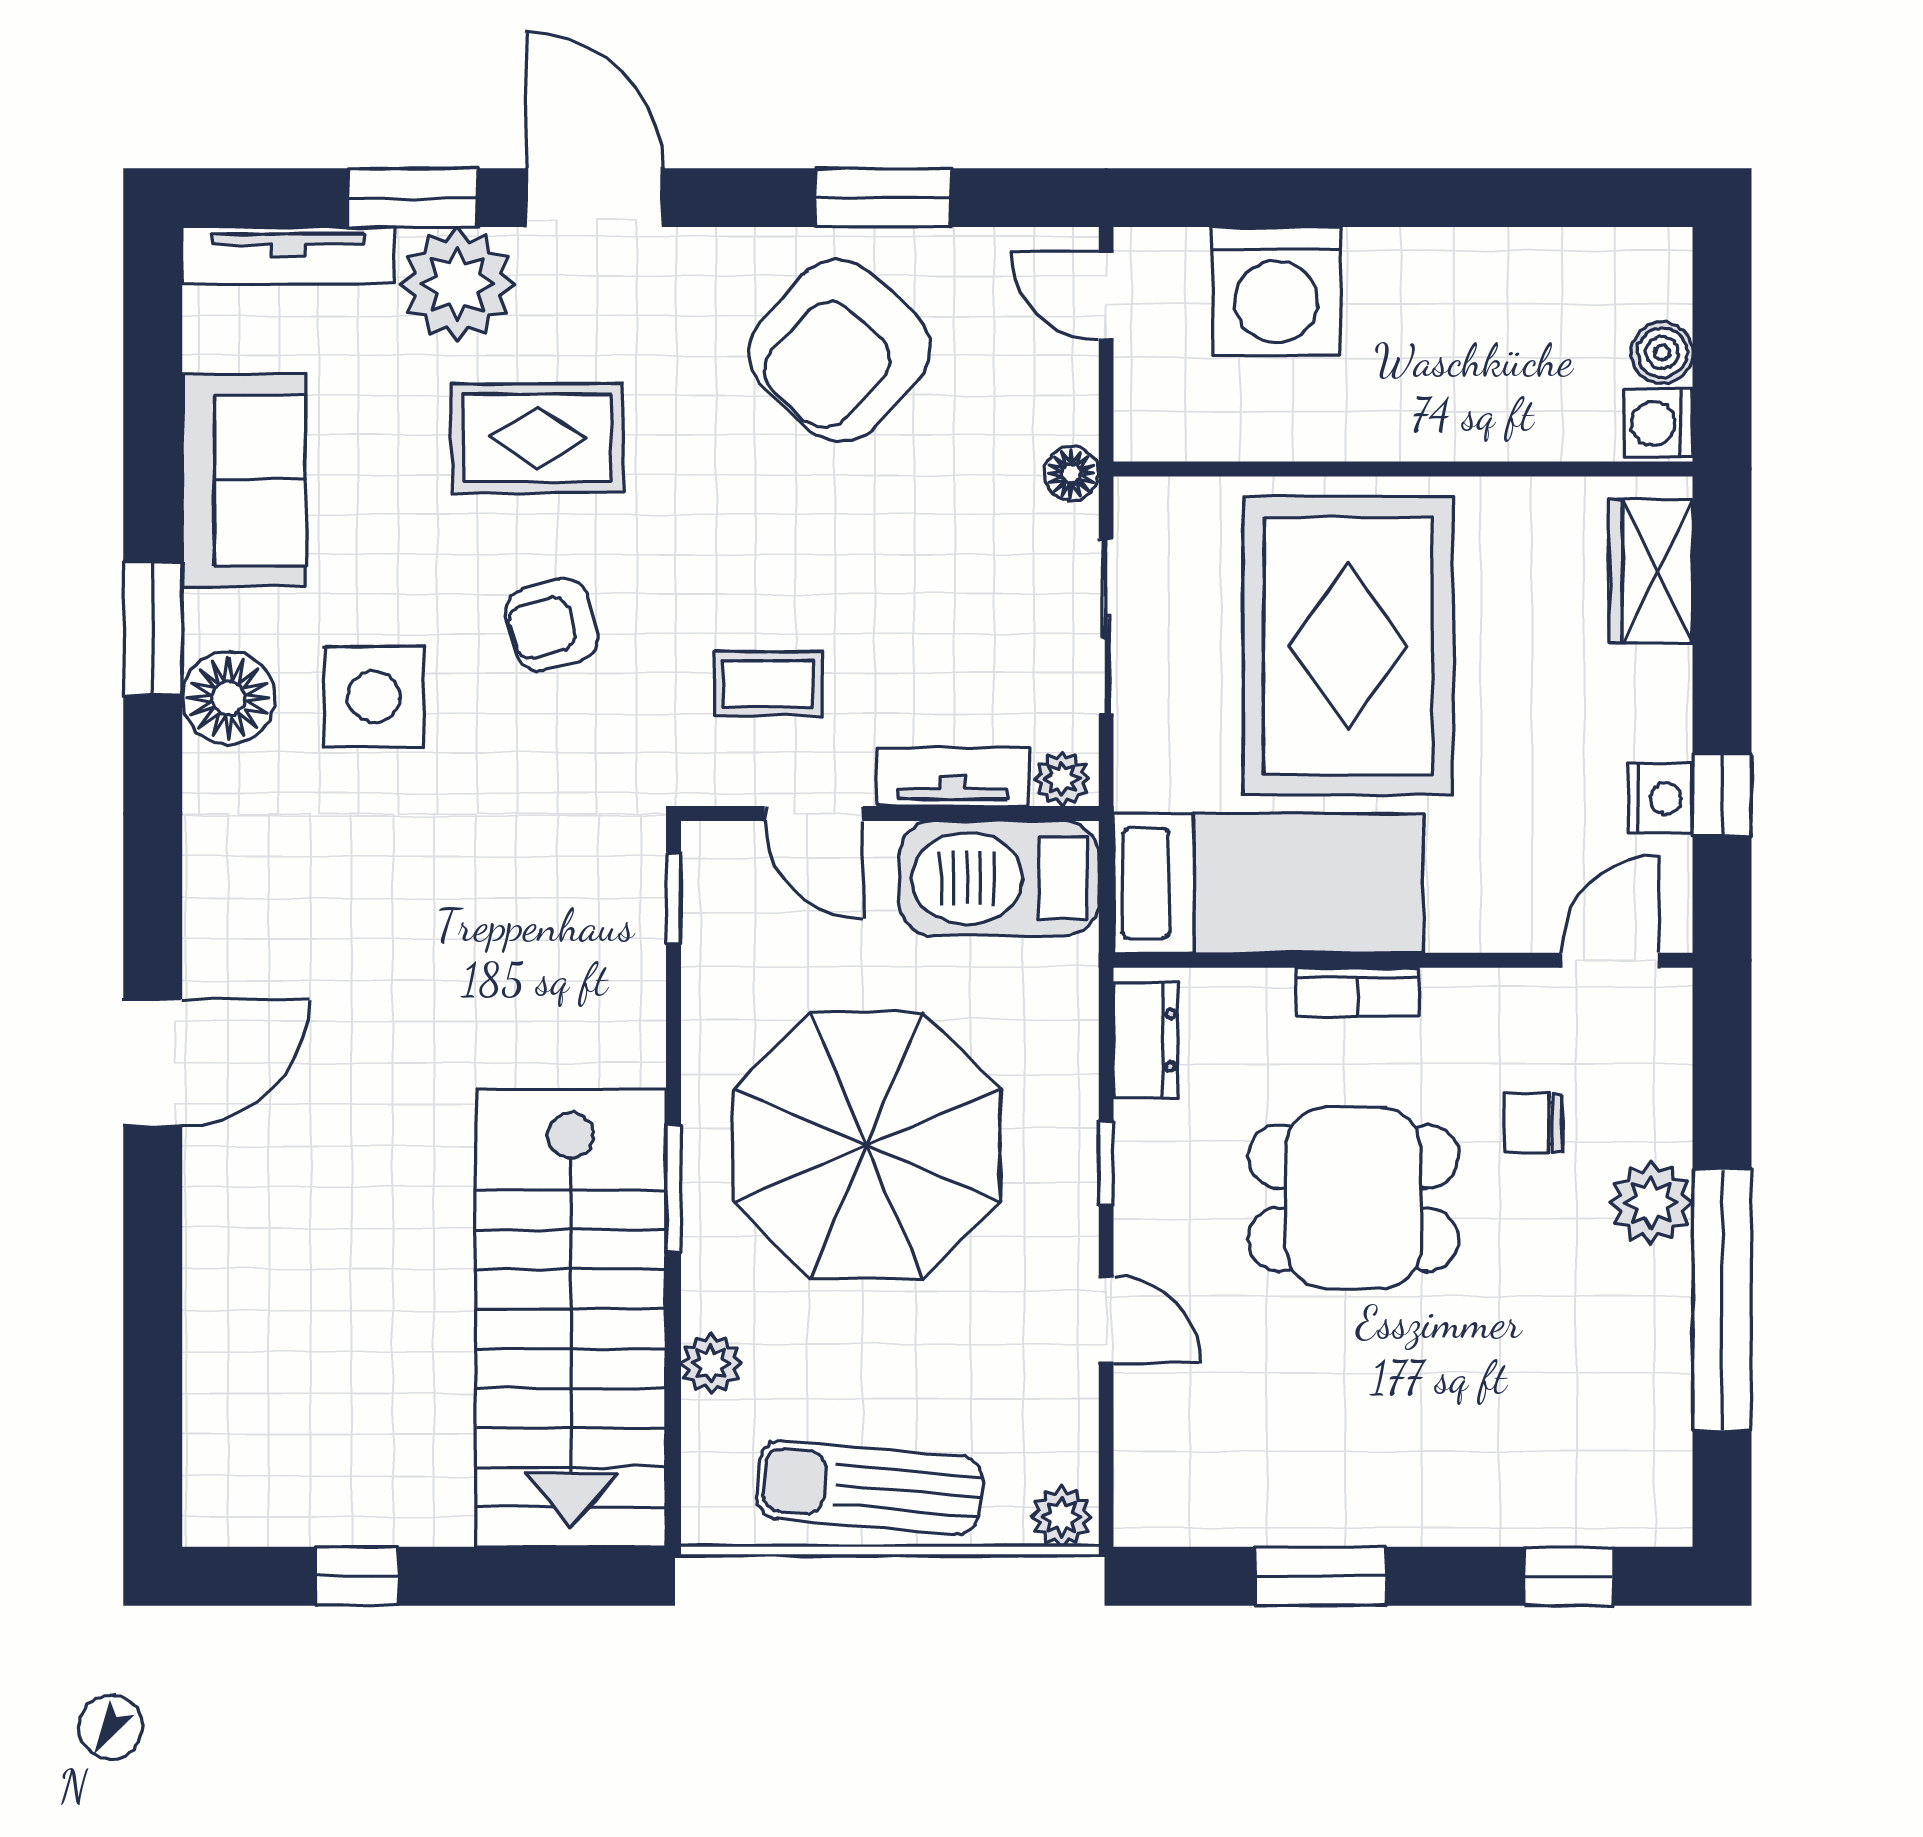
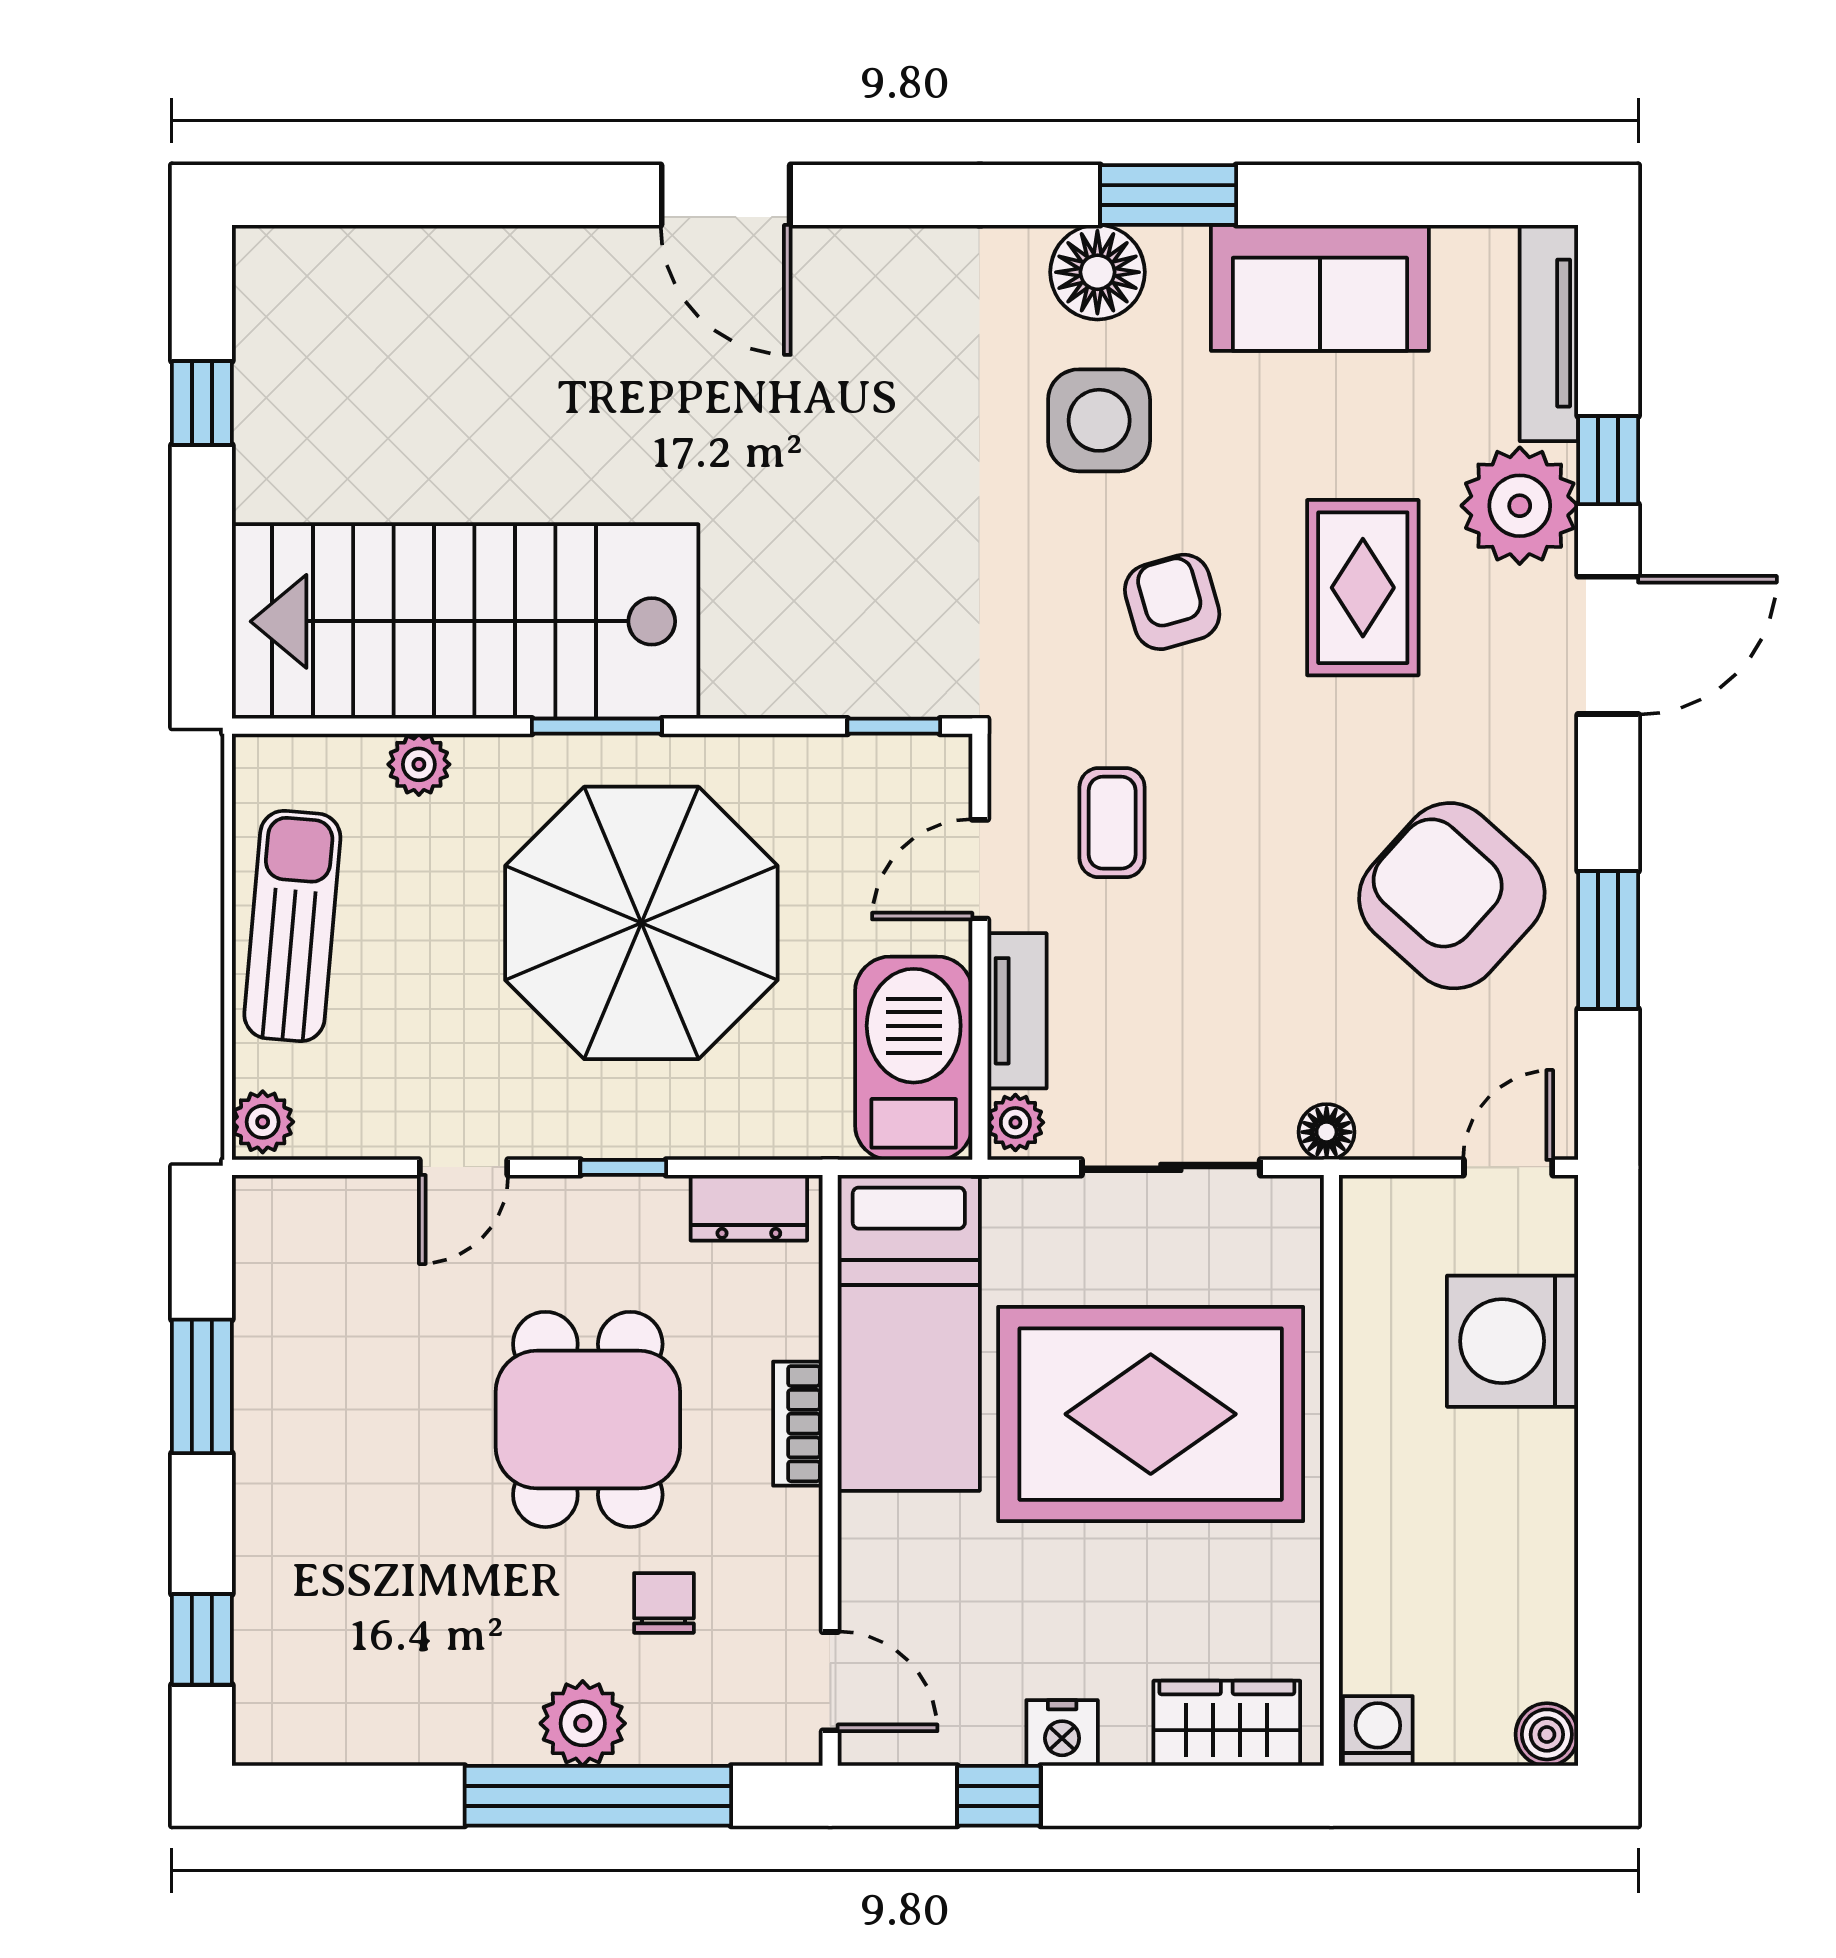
window: (413, 198) -> (1608, 460), width x0.67
boiler: (1662, 353) -> (1547, 1734), moved
nightstand: (1660, 799) -> (1062, 1733), moved
window: (1722, 1300) -> (598, 1796), moved

